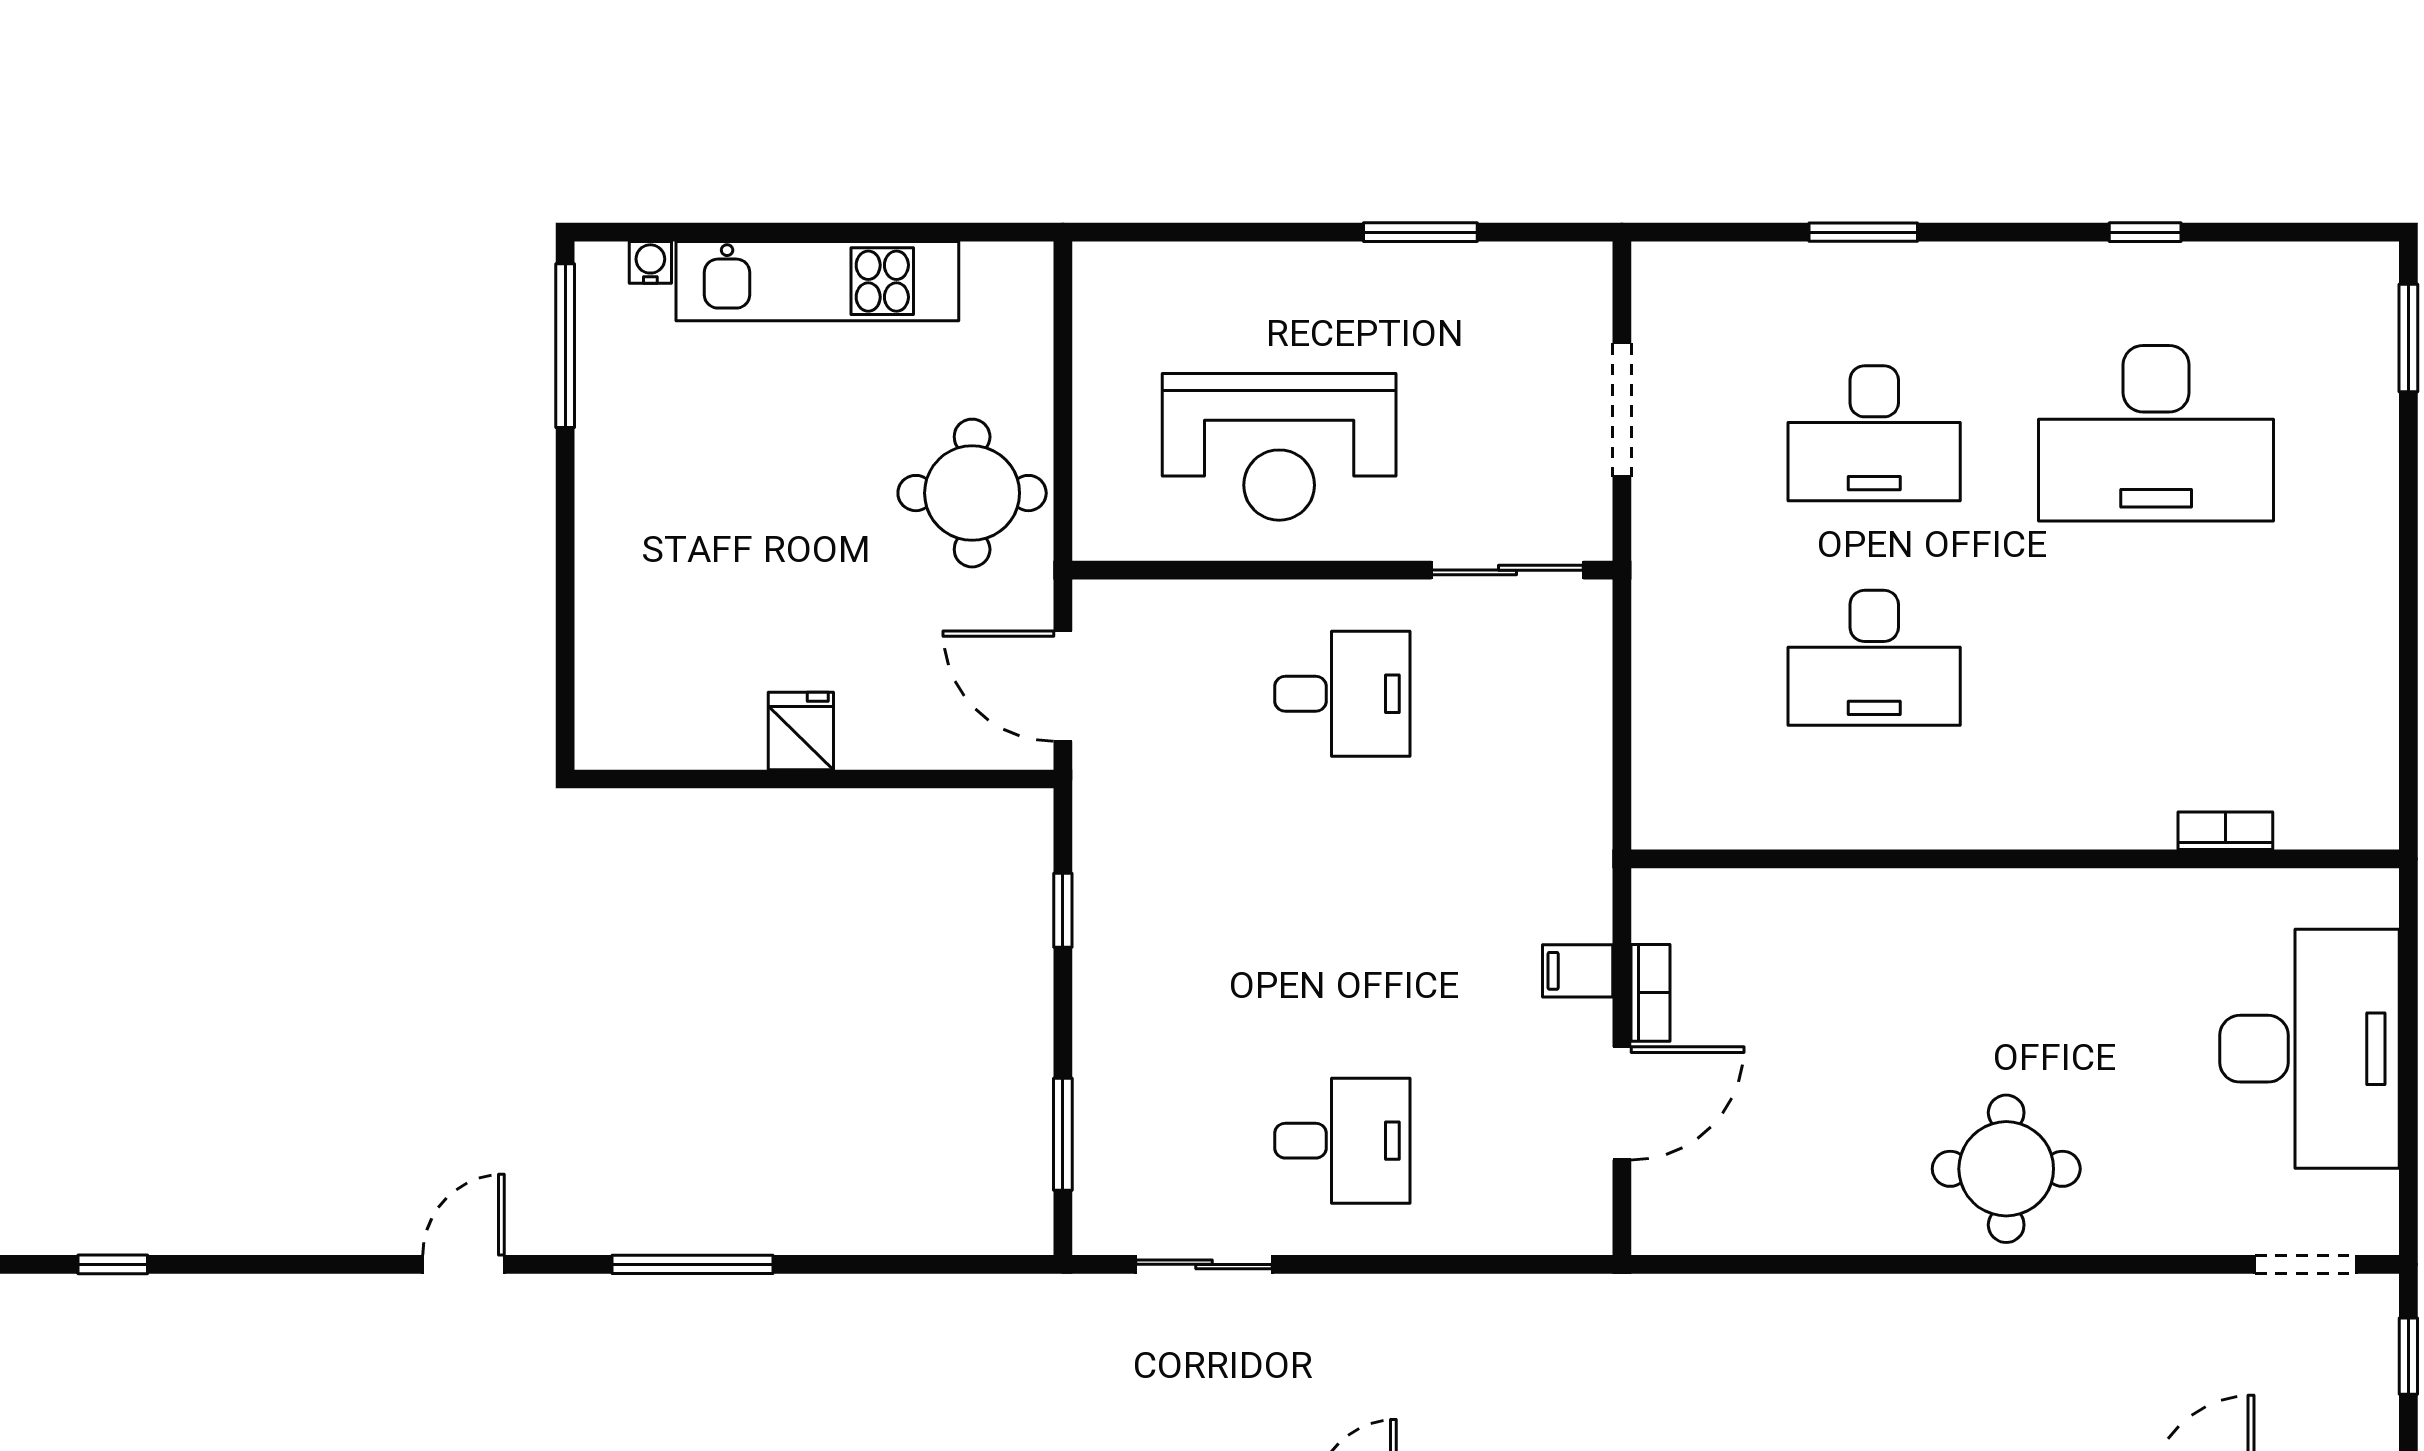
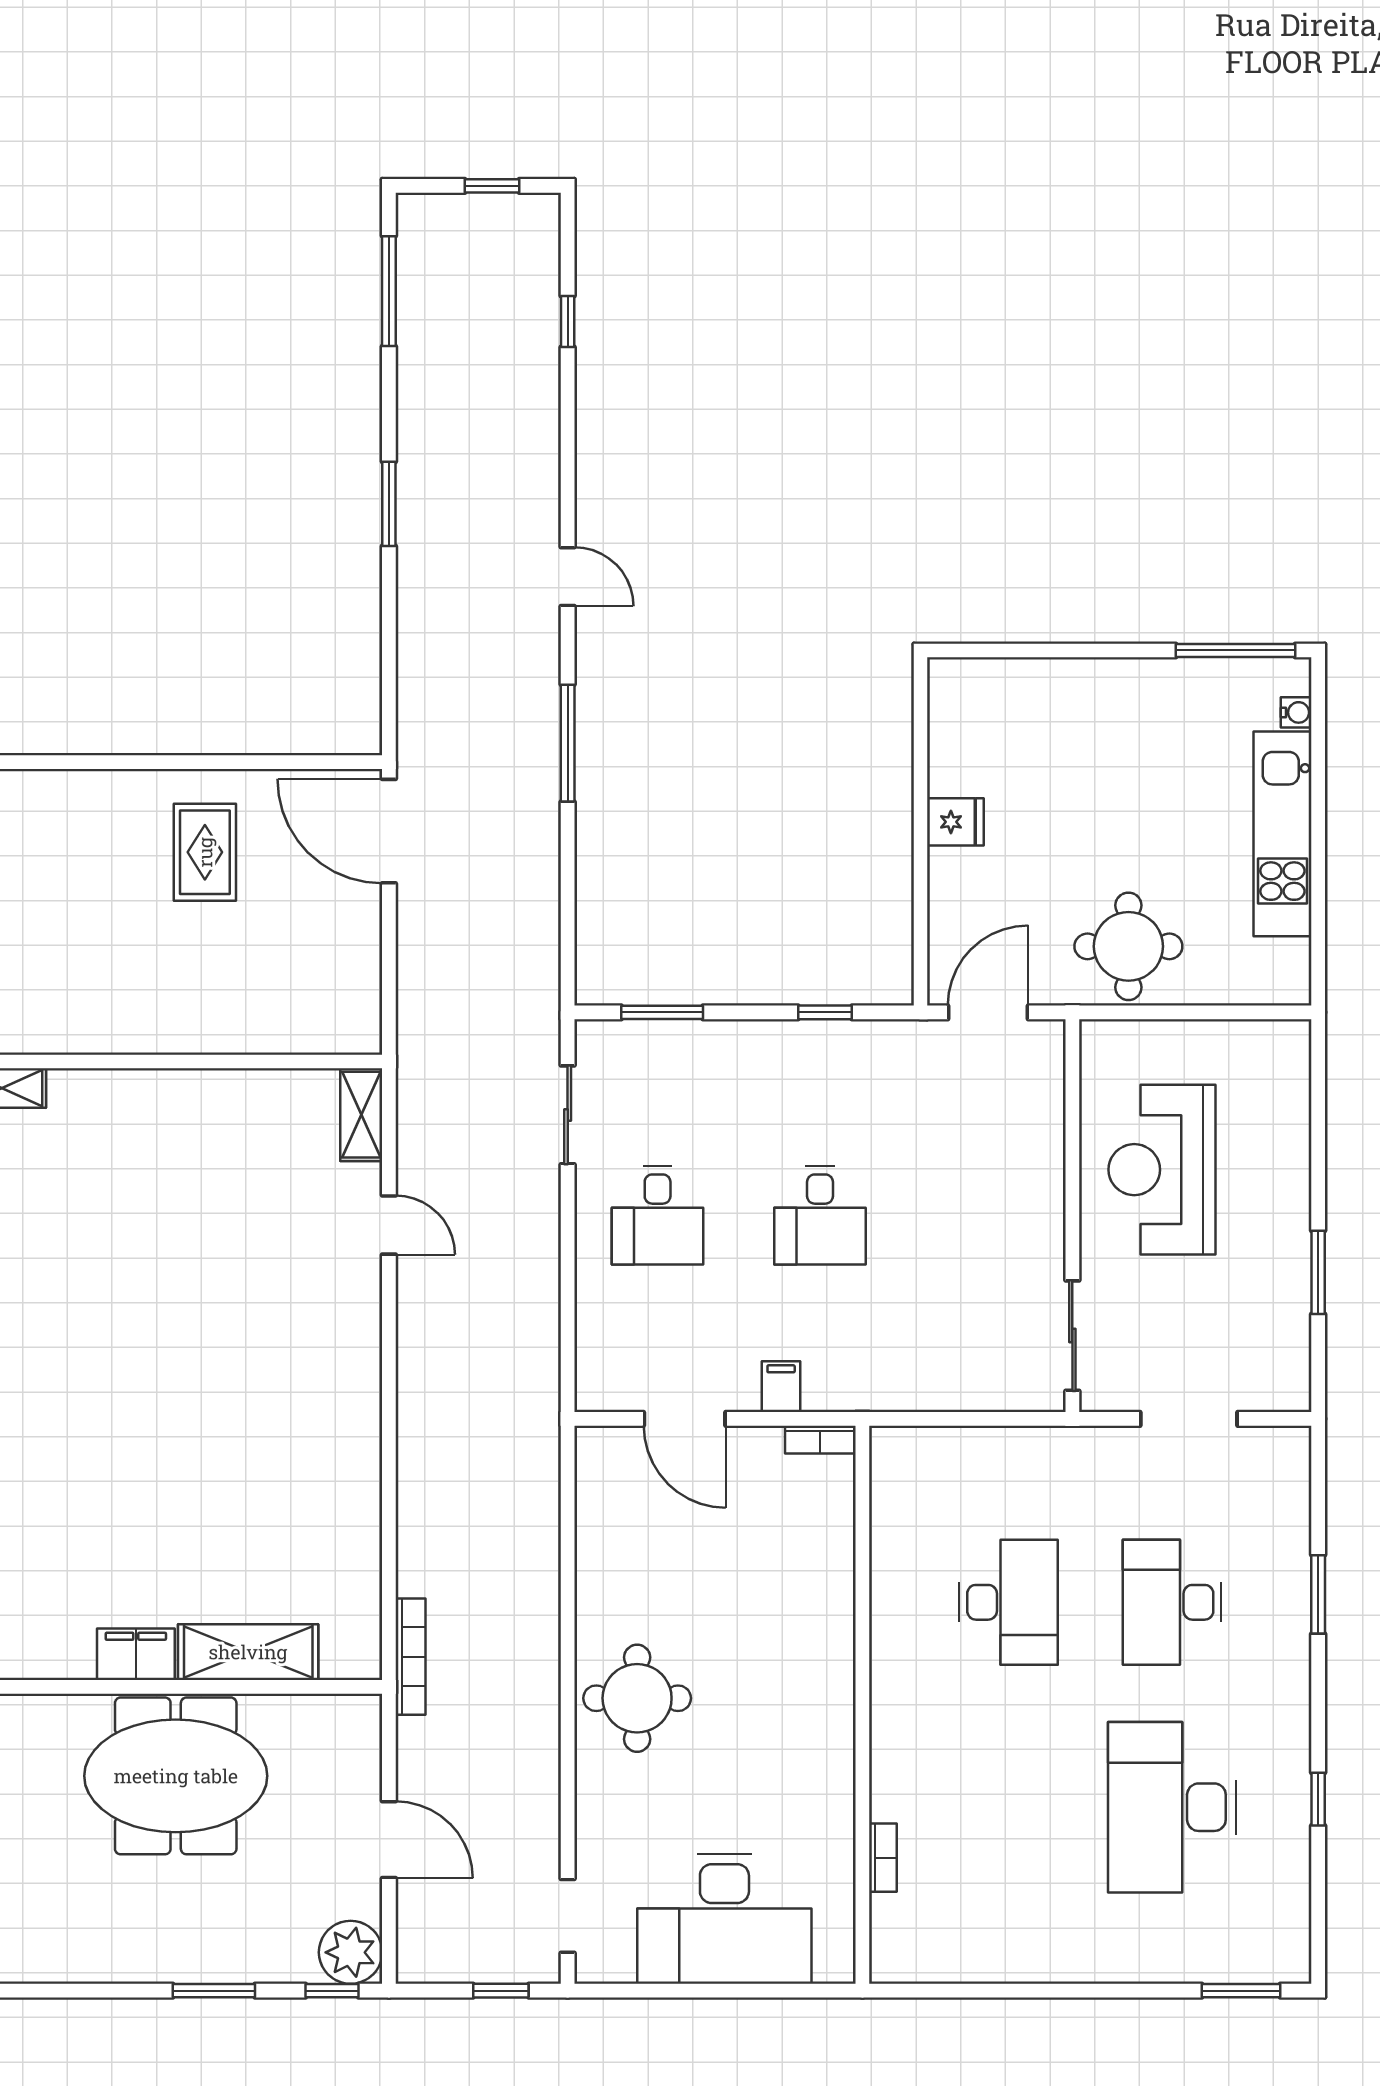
desk: (1874, 658) -> (1009, 1602), turned 180
desk: (1342, 694) -> (820, 1216), moved
bookcase: (1651, 993) -> (820, 1440), moved

